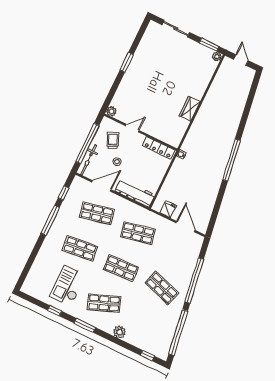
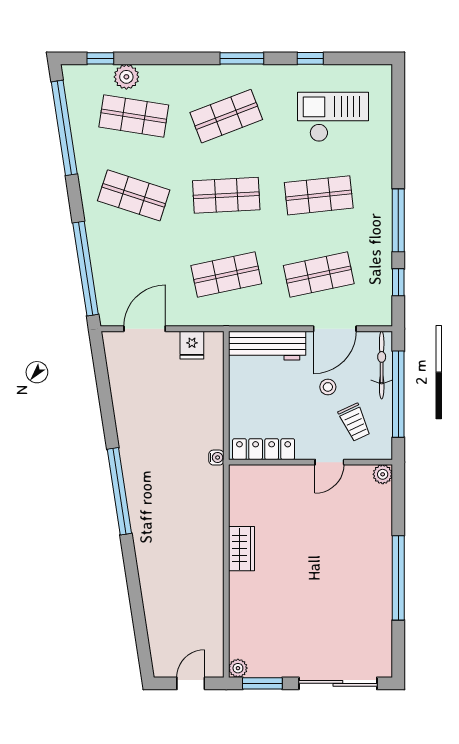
sliding door: (176, 29) -> (338, 683), width x1.37
door: (241, 60) -> (191, 683), swing flipped
window: (127, 62) -> (398, 578), width x2.11
door: (186, 227) -> (145, 329), swing flipped
window: (194, 281) -> (86, 269), moved
checkout: (68, 286) -> (333, 117), moved, turned -90
shop shelf: (145, 323) -> (134, 116), added
plant: (120, 332) -> (126, 77), moved

